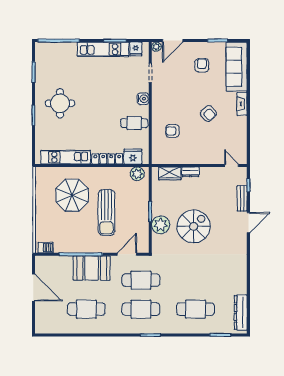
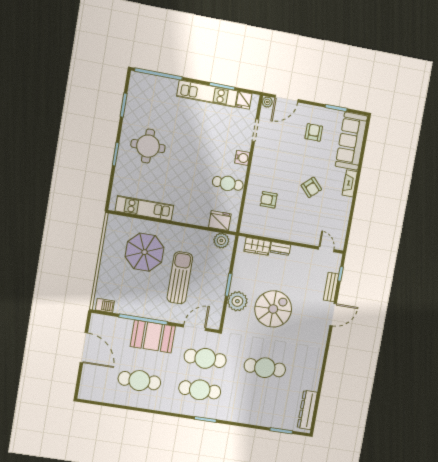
locker: (107, 159) -> (191, 218), removed
sun lounger: (106, 212) -> (180, 278), turned 180
cafe table: (195, 309) -> (265, 368), moved

